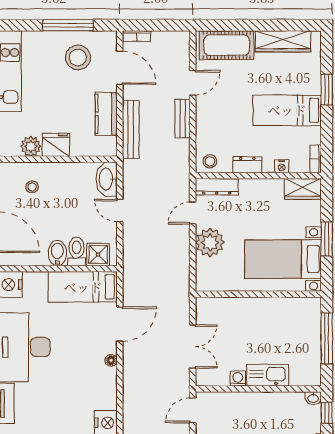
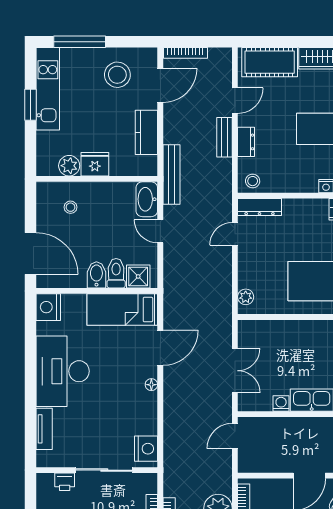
window: (68, 25) -> (80, 42), moved
bookcase: (137, 36) -> (185, 53), width x1.56
door: (120, 68) -> (160, 85), hinge flipped
bench: (131, 130) -> (171, 175), moved
dresser: (247, 165) -> (246, 142), moved, turned 90
plant: (210, 242) -> (246, 297), moved, width x0.53, depth x0.53

